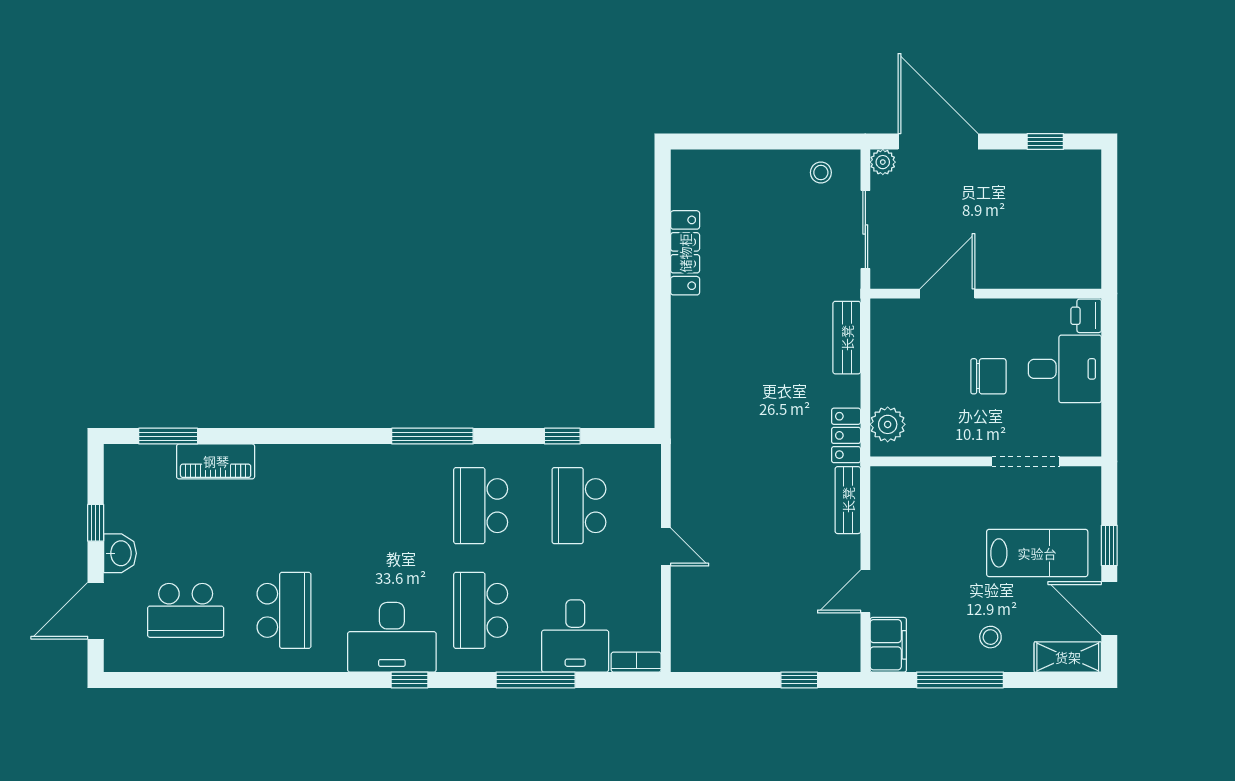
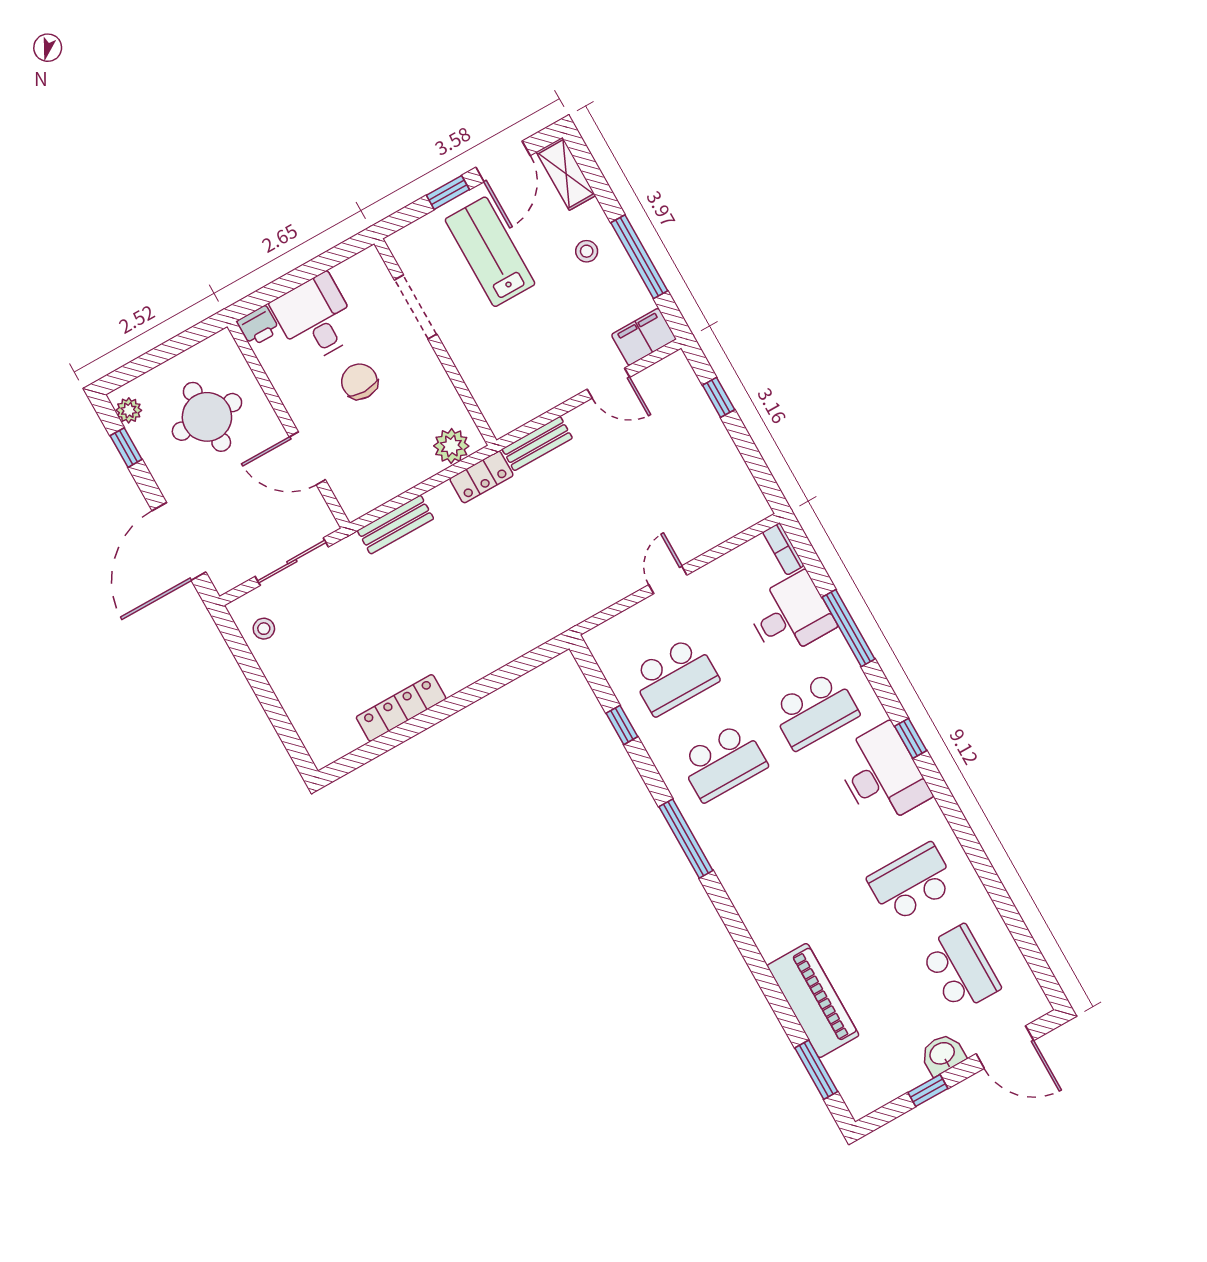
plant: (883, 162) -> (129, 410), moved
round table: (1032, 227) -> (207, 417), added
piano: (216, 461) -> (813, 1000), width x1.37, depth x1.33

